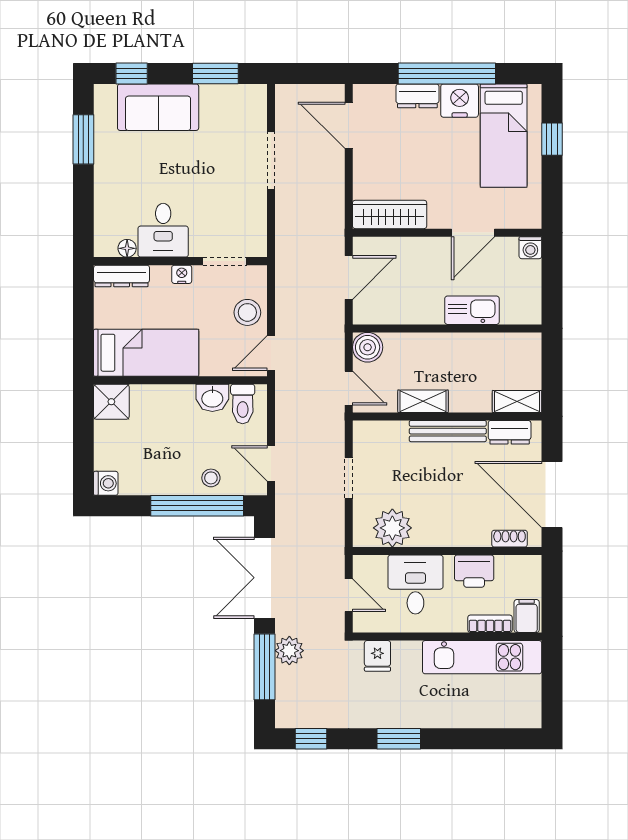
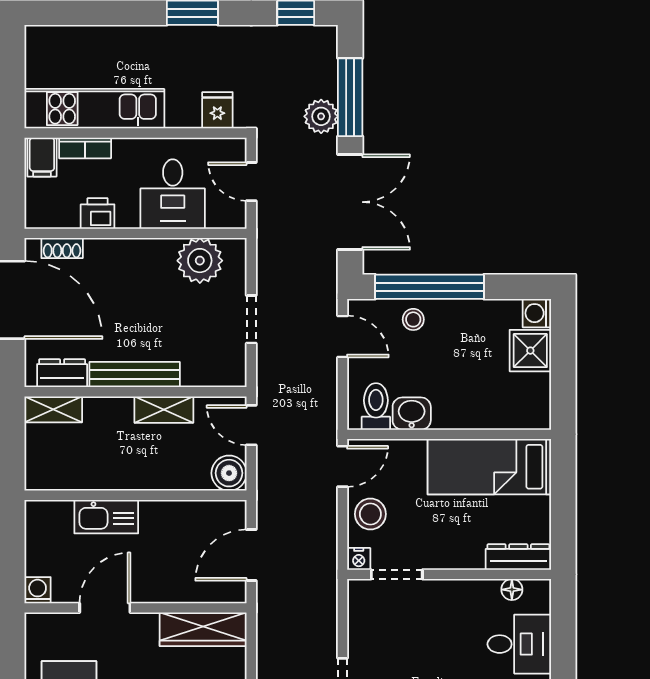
desk: (163, 230) -> (519, 644), moved, turned 90
nightstand: (182, 274) -> (359, 559), moved
shower: (111, 402) -> (530, 351), moved
printer: (474, 571) -> (98, 214), width x0.73, depth x0.81

